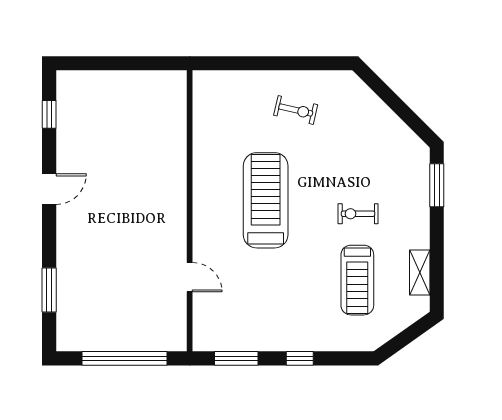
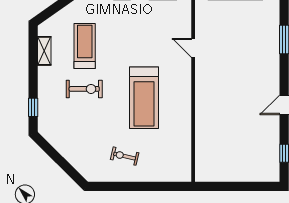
window: (437, 185) -> (33, 107), width x0.67
exercise bike: (358, 214) -> (84, 89), width x1.38, depth x1.39

